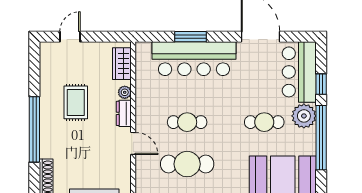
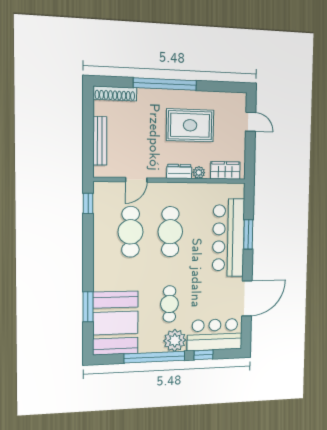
rug: (76, 102) -> (190, 125), width x1.36, depth x1.43
cafe table: (187, 122) -> (170, 232), width x1.37, depth x1.35
door: (133, 143) -> (136, 180), moved

